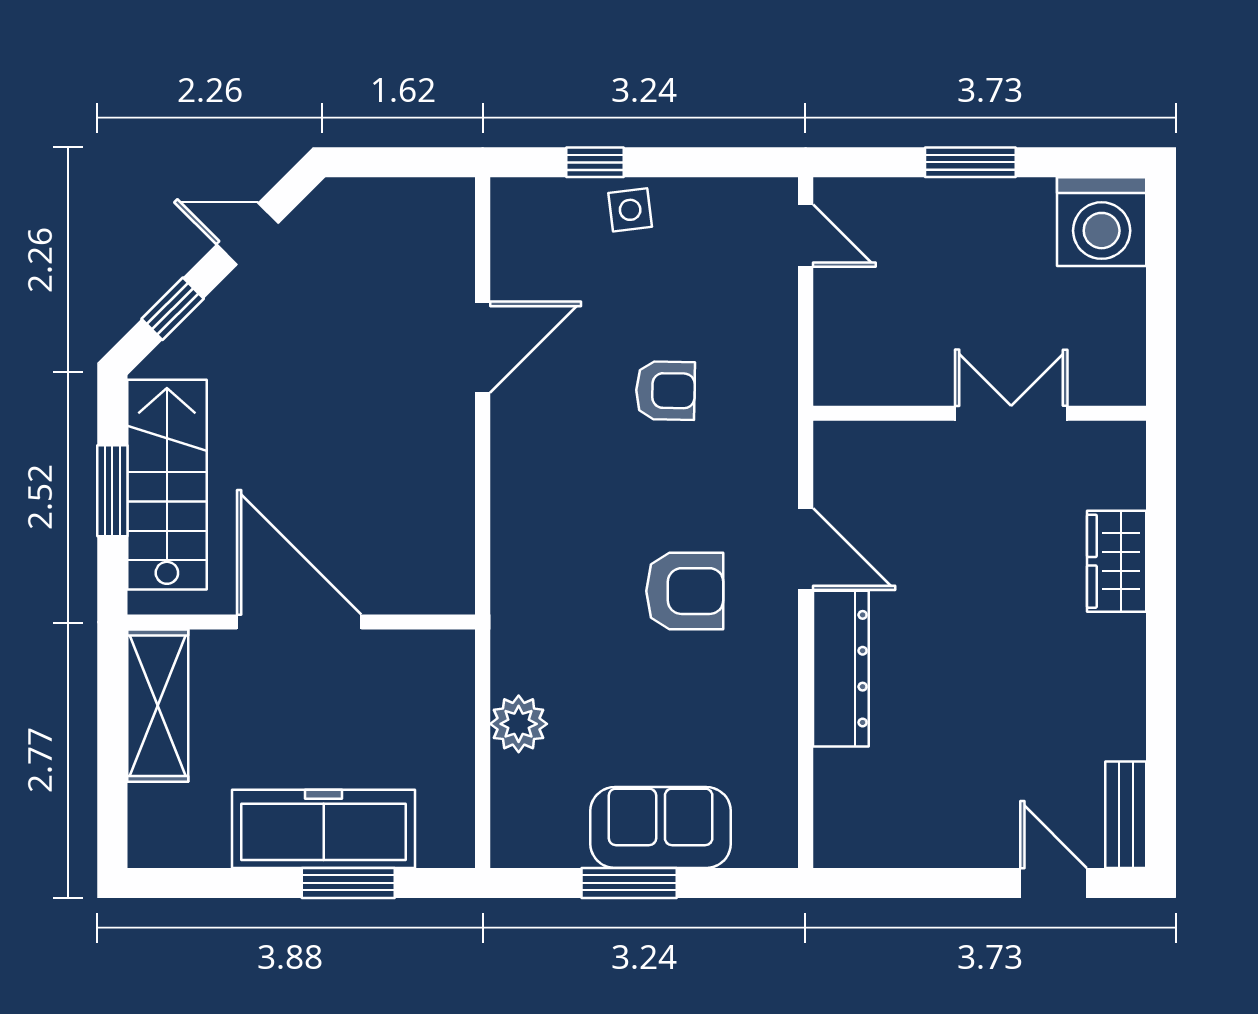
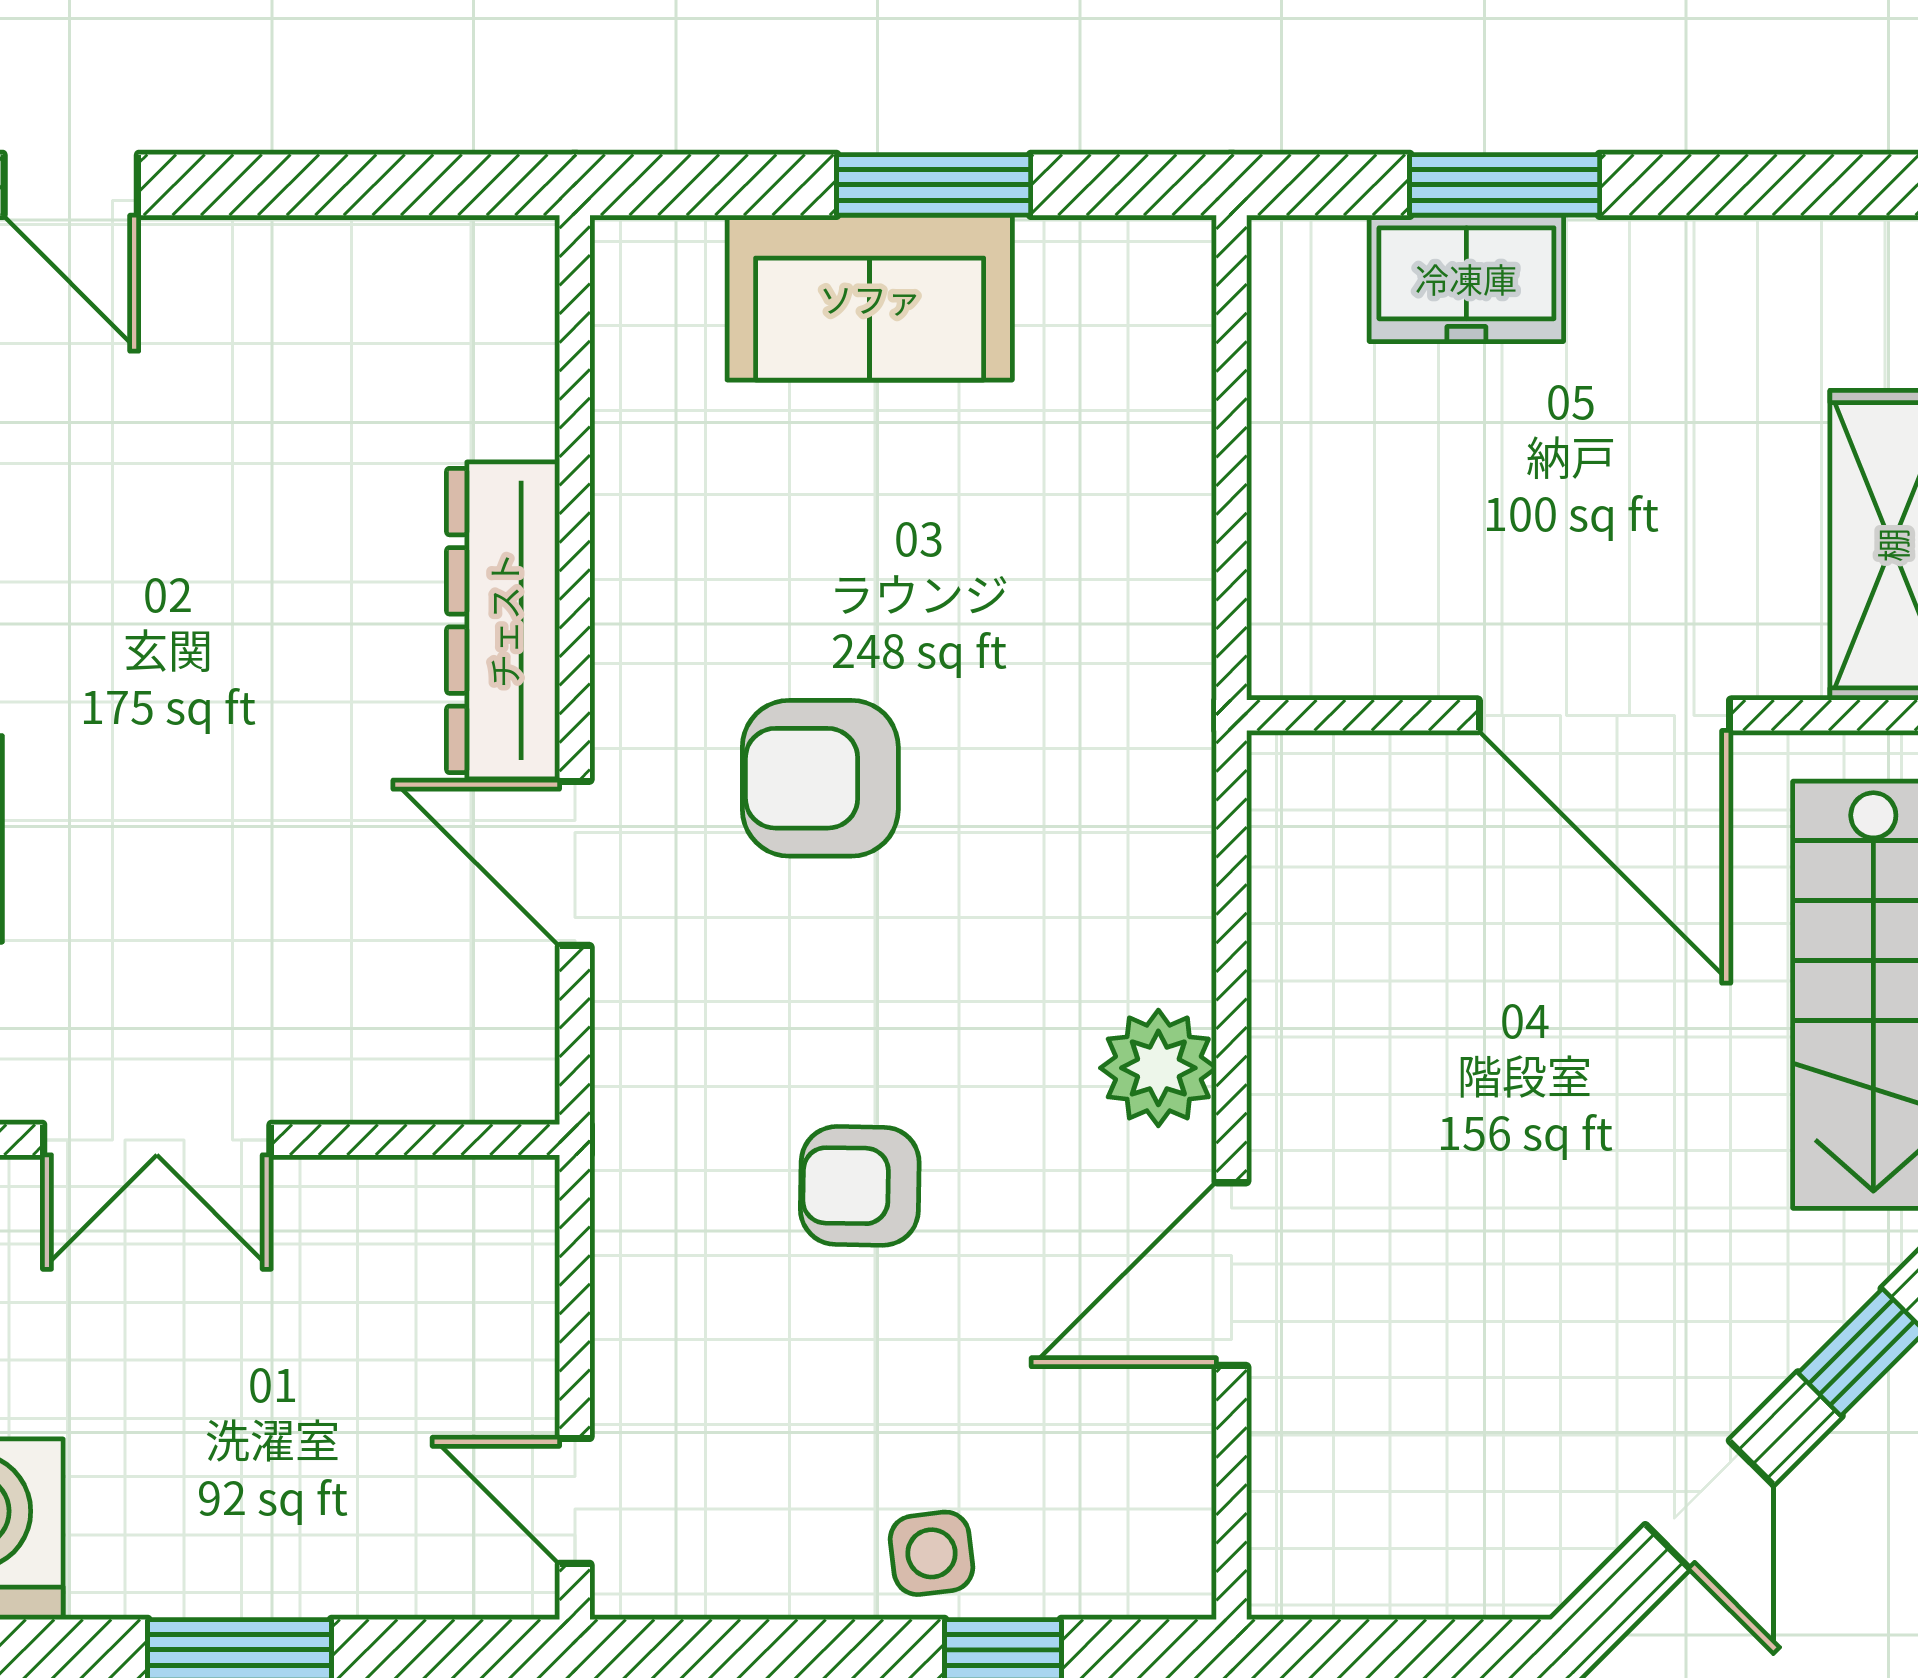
door: (248, 234) -> (1709, 1505), hinge flipped
plant: (519, 724) -> (1158, 1068), moved
freezer: (324, 829) -> (1466, 278), width x0.52, depth x0.79

